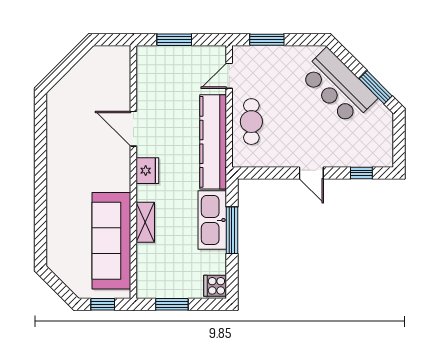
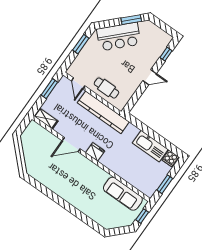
window: (174, 40) -> (49, 89), moved
window: (267, 40) -> (81, 44), moved
kitchen sink: (212, 220) -> (150, 146), moved
shelving: (145, 222) -> (46, 119), moved
window: (232, 230) -> (150, 132), removed
sofa: (111, 241) -> (123, 194), width x0.74, depth x0.79

